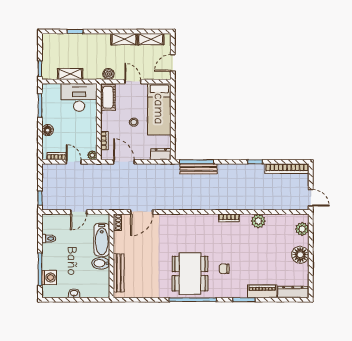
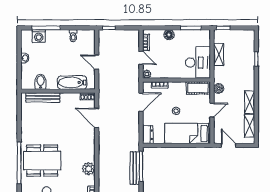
door: (74, 162) -> (141, 58), hinge flipped
plant: (199, 221) -> (89, 169), added
bidet: (101, 263) -> (41, 82), moved

